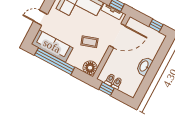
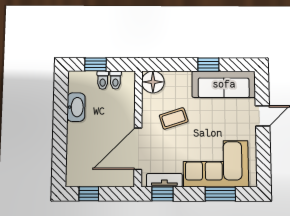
window: (55, 61) -> (208, 65), width x0.32
washbasin: (144, 66) -> (76, 107), moved
window: (106, 89) -> (95, 64), moved

